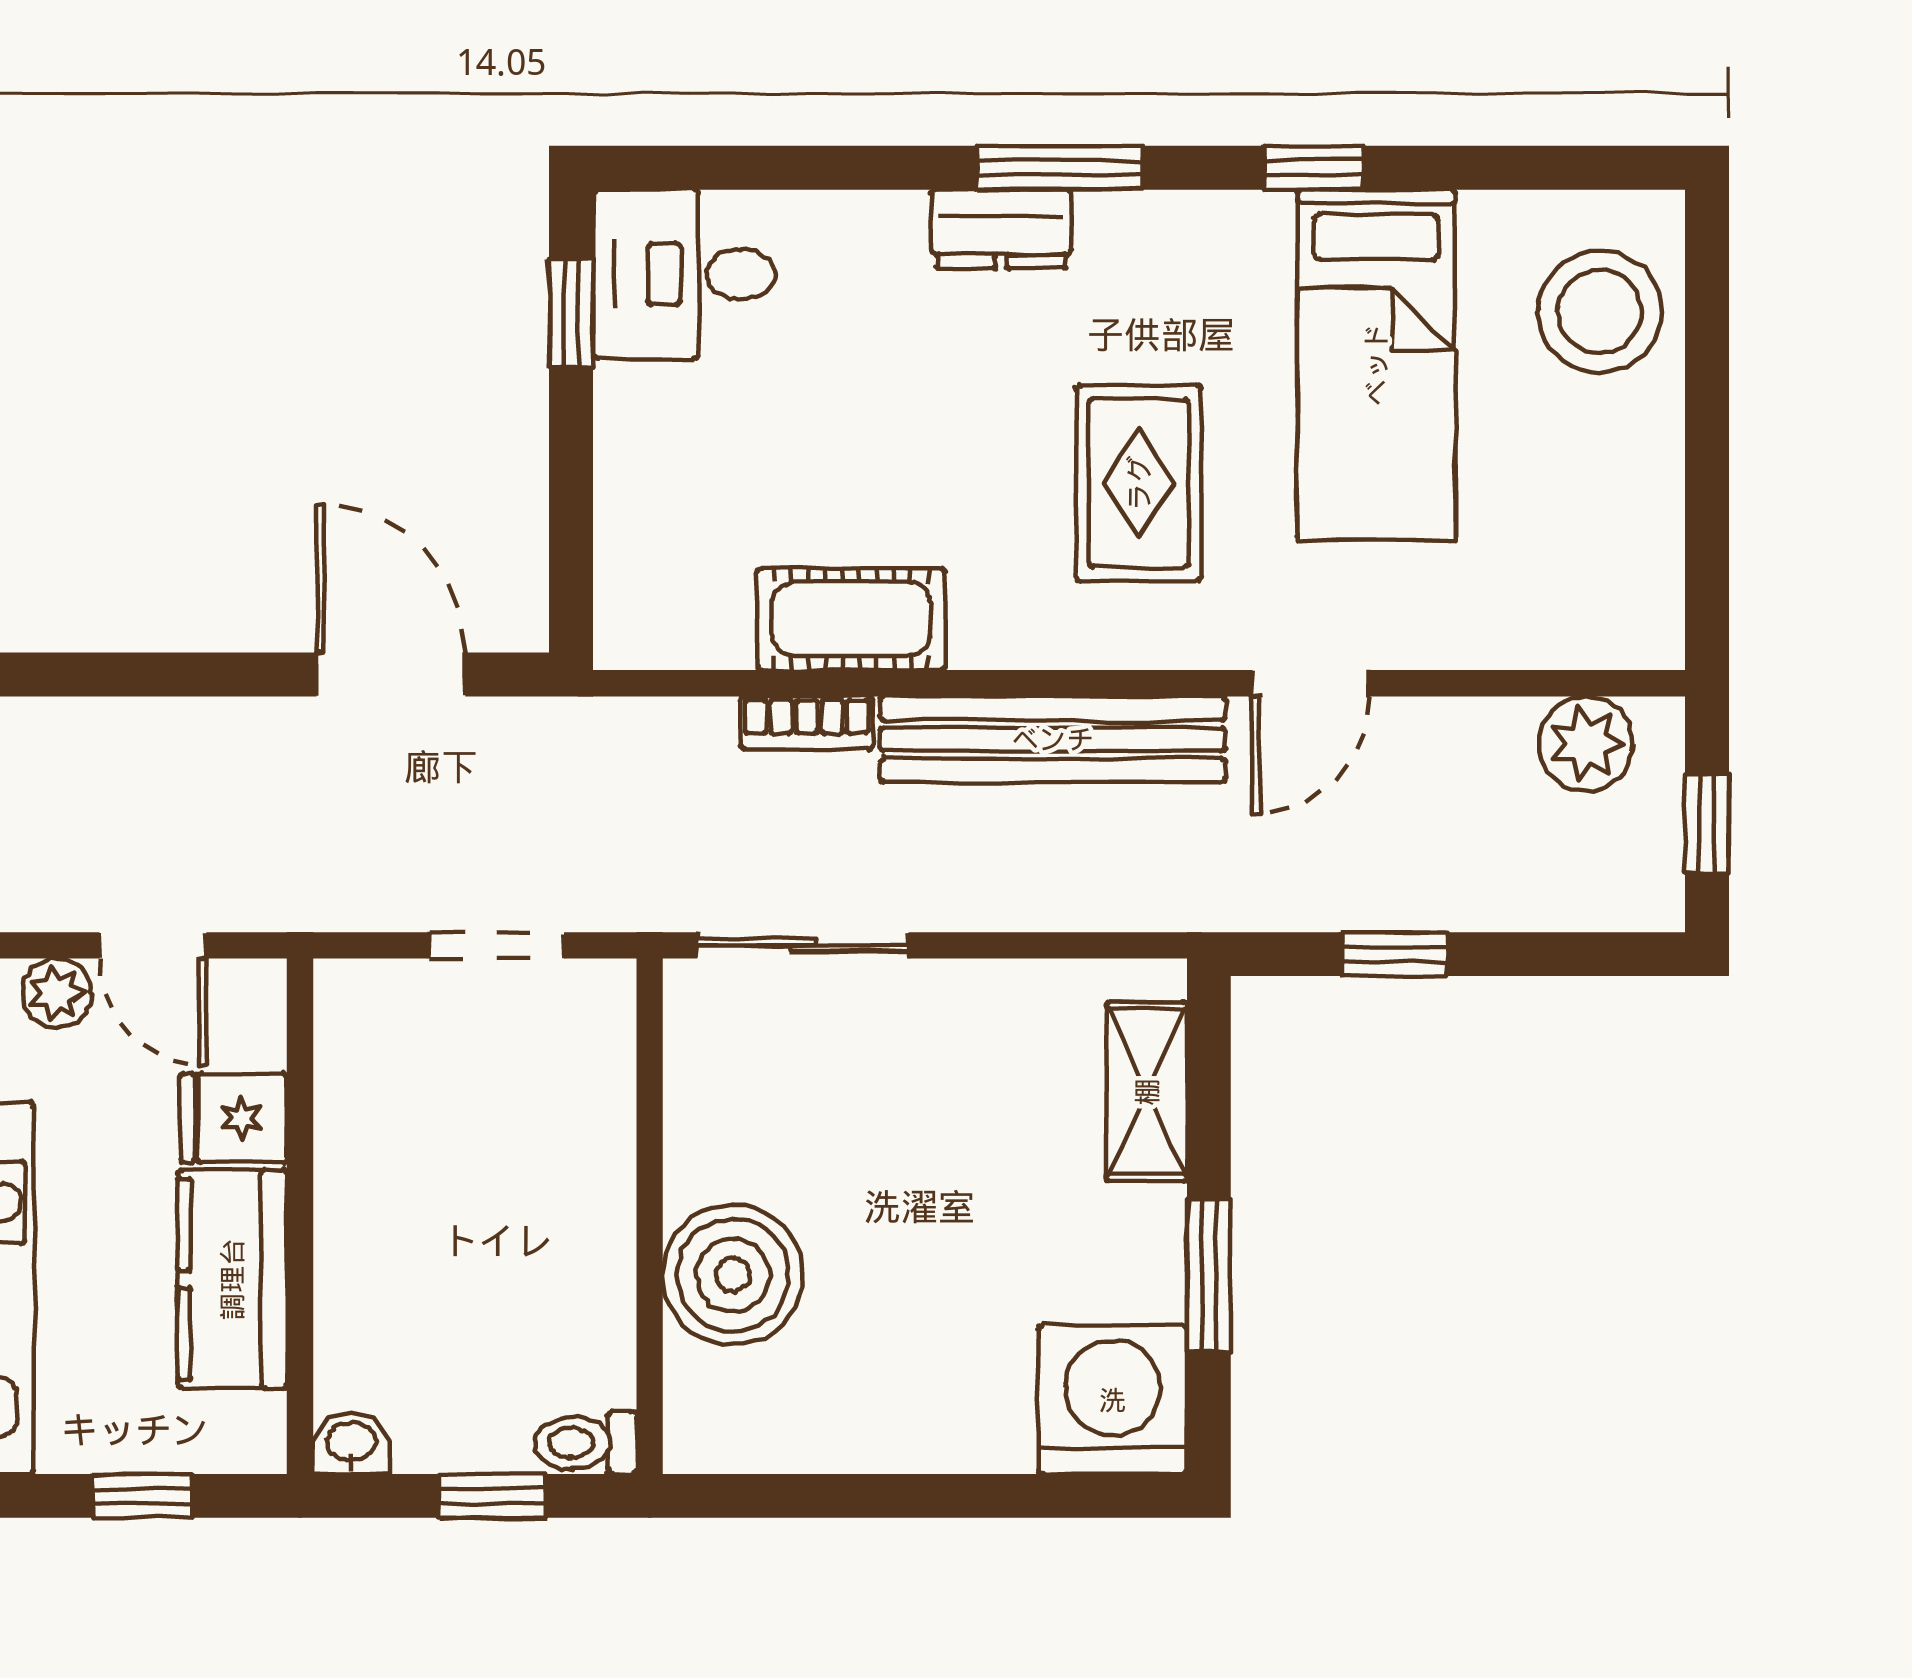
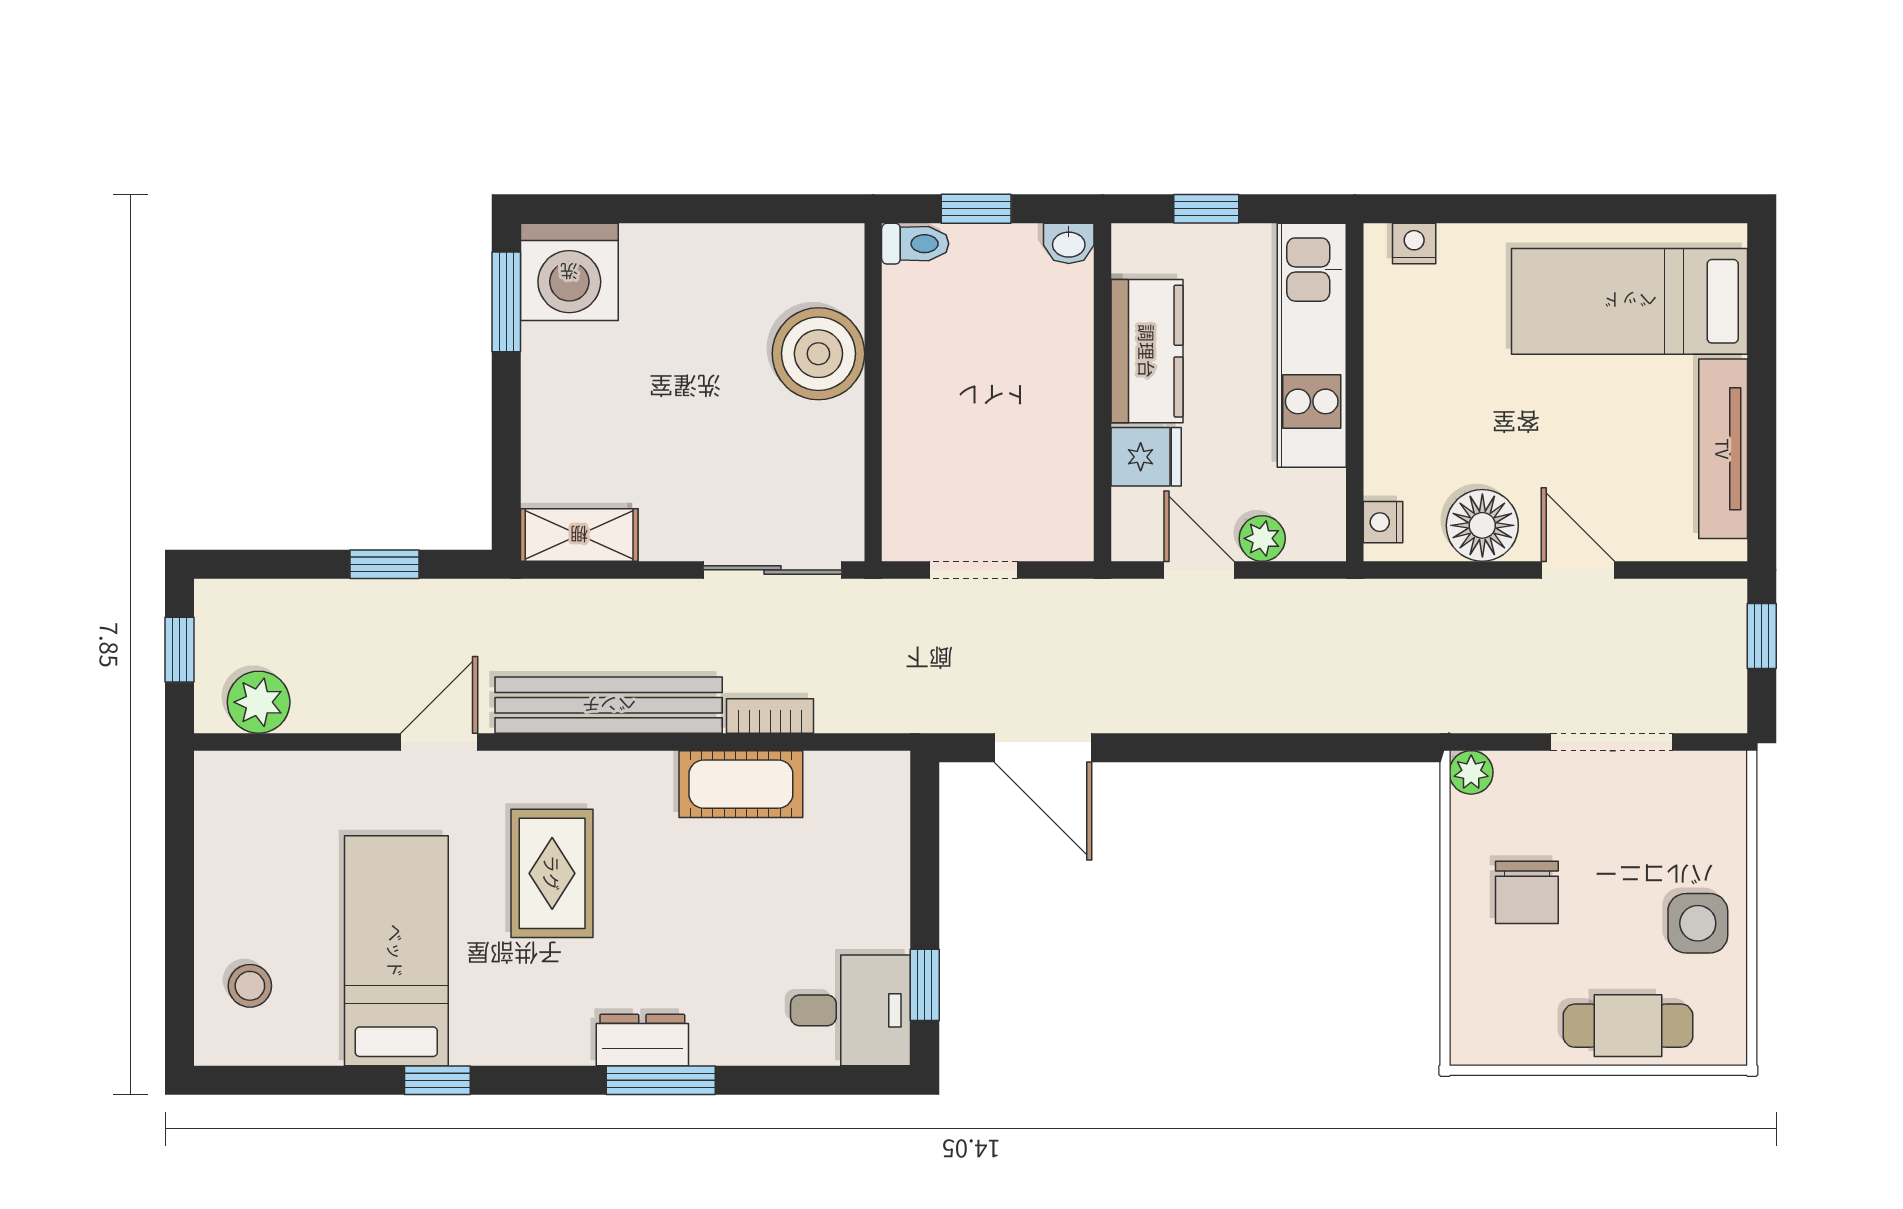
window: (1060, 168) -> (661, 1080), moved
stool: (1600, 312) -> (250, 986), width x0.53, depth x0.53
shelving: (1147, 1092) -> (579, 535), moved, turned 90
window: (1209, 1275) -> (506, 302), moved

